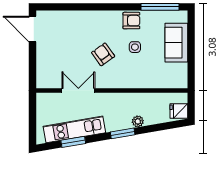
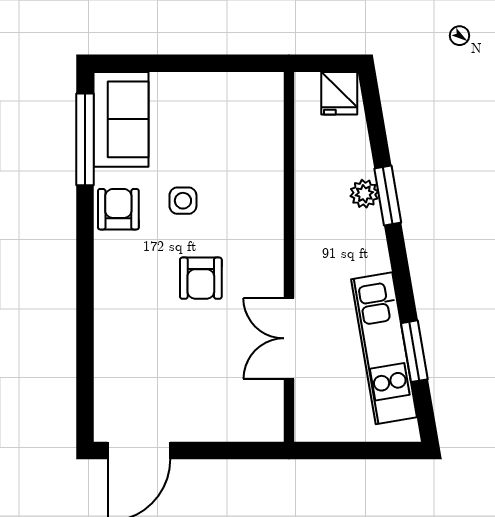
sofa: (176, 43) -> (121, 119), moved, turned -90
armchair: (103, 54) -> (201, 278), turned -54
window: (123, 133) -> (388, 196), moved

